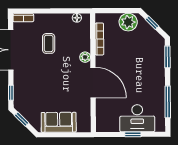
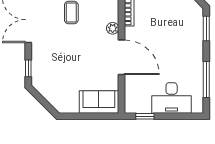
window: (22, 119) -> (40, 98), removed
sofa: (59, 122) -> (99, 102), moved
window: (133, 134) -> (145, 116), moved

